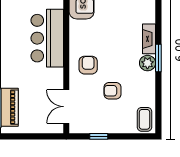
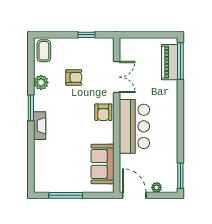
plant: (147, 63) -> (41, 82), moved
armchair: (88, 65) -> (103, 112), moved
double door: (66, 107) -> (117, 77), moved

